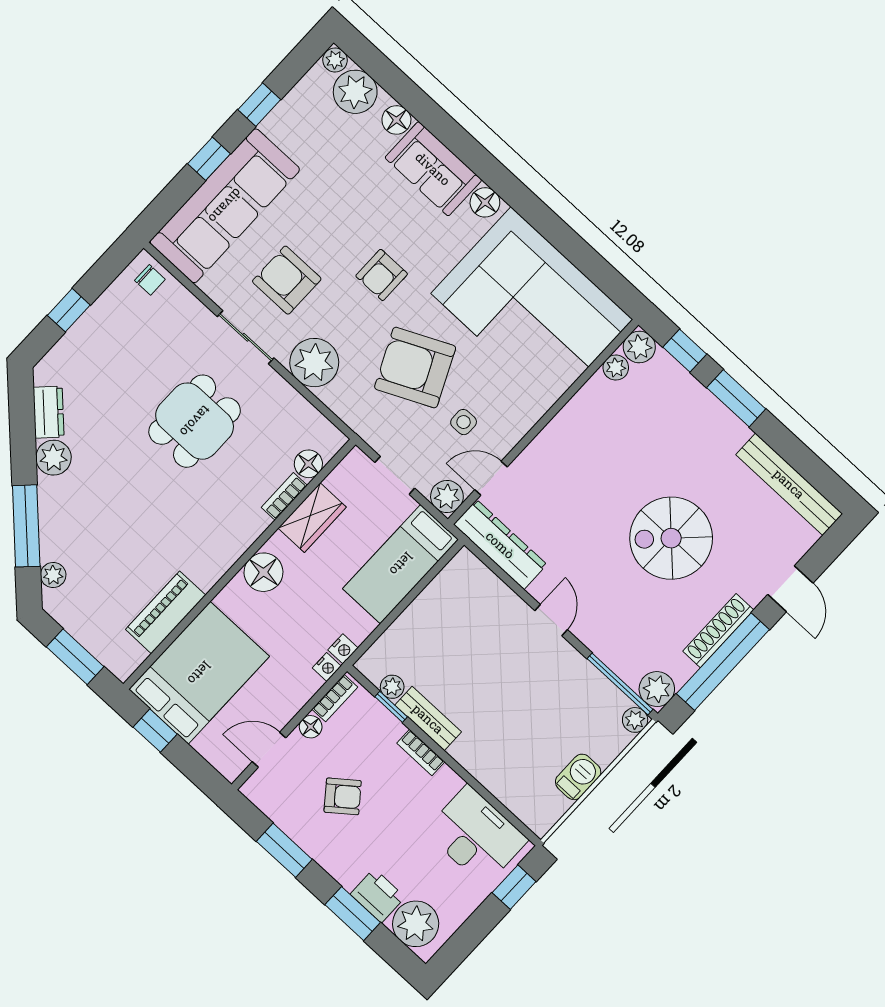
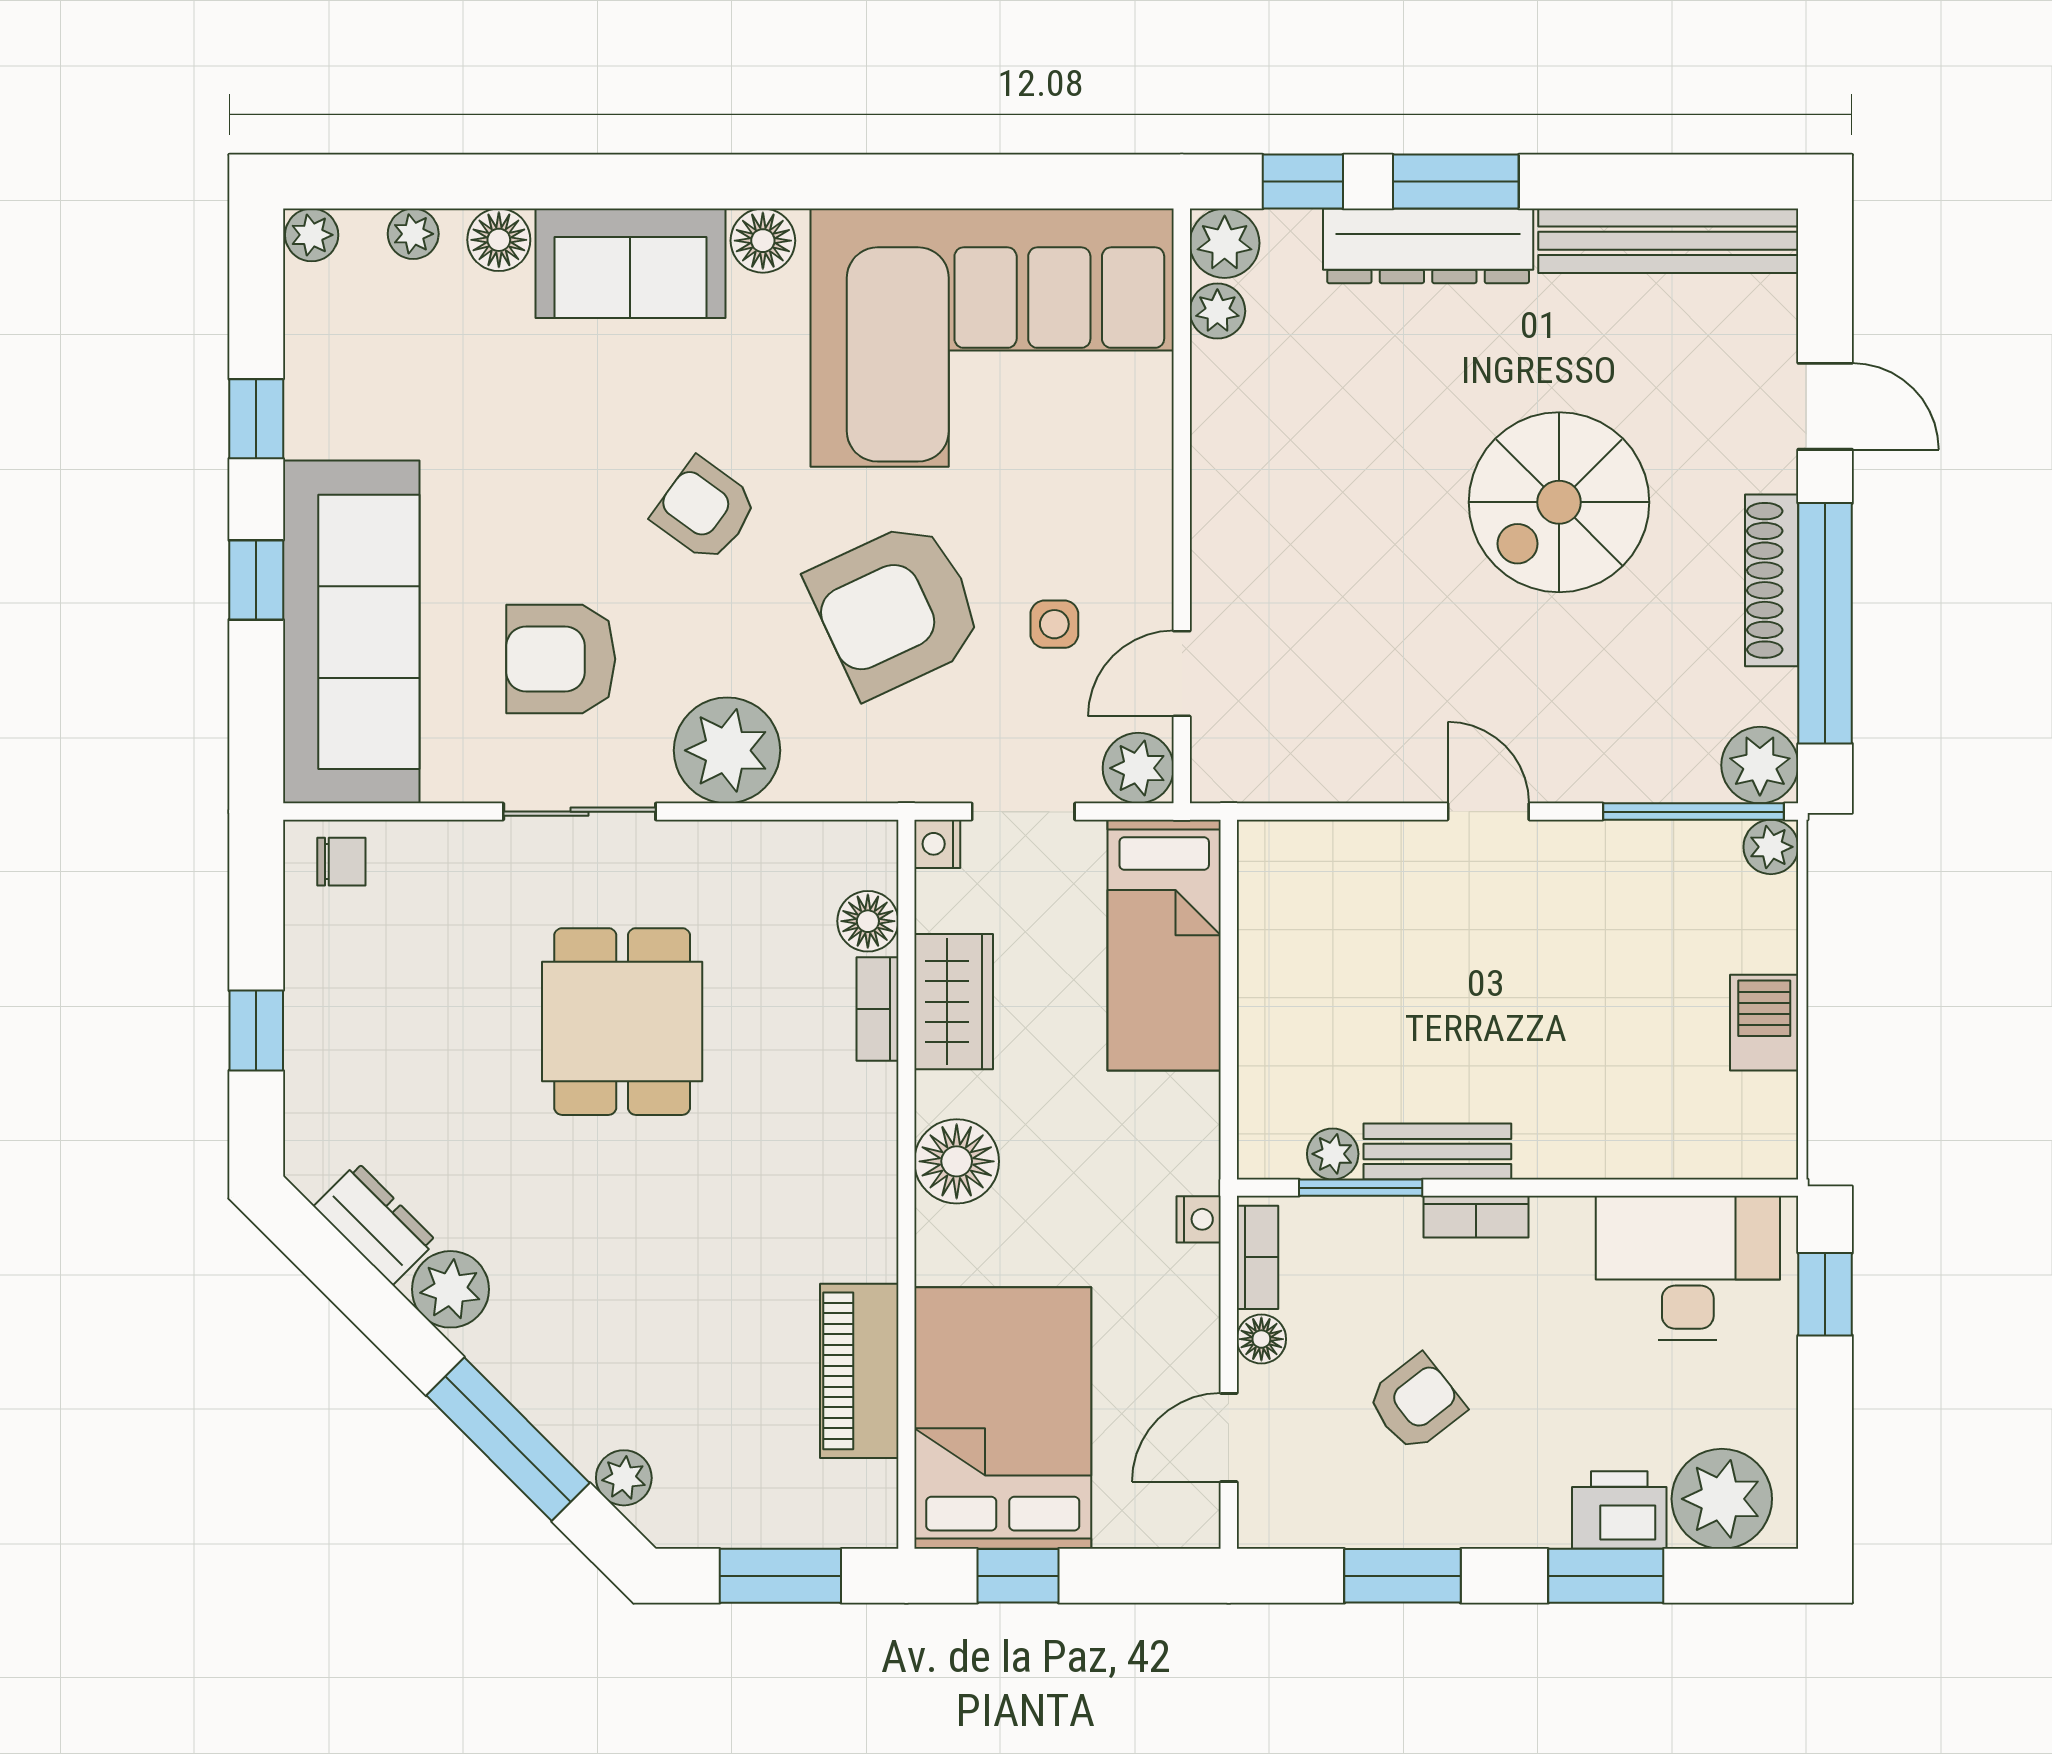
plant: (355, 92) -> (413, 234), width x0.53, depth x0.53
armchair: (382, 275) -> (705, 510), turned 126
dresser: (500, 545) -> (1428, 246), moved, turned 180
nightstand: (343, 649) -> (937, 844), moved, turned 180
window: (391, 707) -> (1361, 1188), width x1.50

